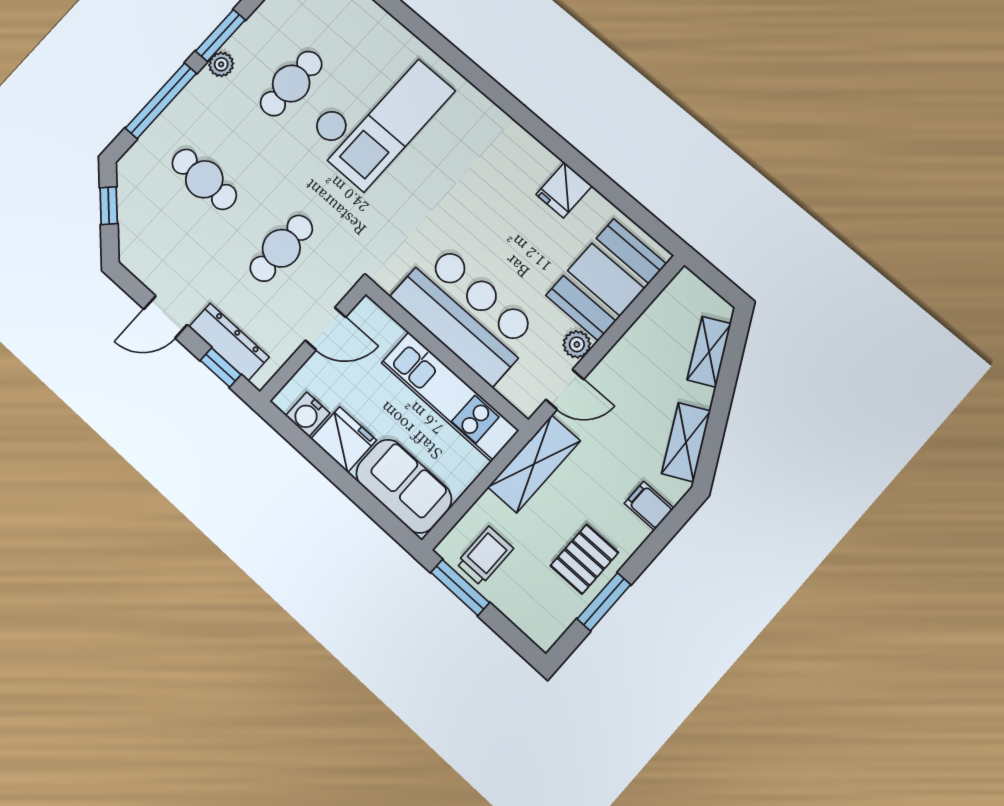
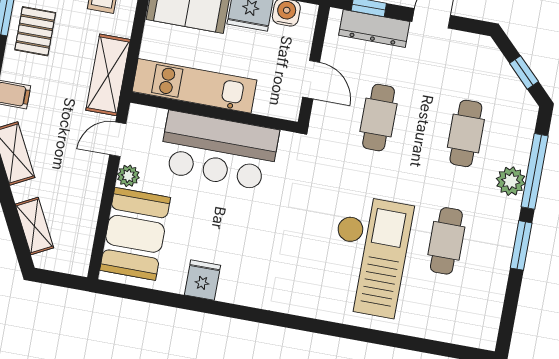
plant: (221, 64) -> (511, 181), moved, width x1.38, depth x1.38
checkout: (378, 114) -> (369, 256), turned 180
cafe table: (204, 179) -> (466, 133), turned 90
door: (325, 329) -> (311, 80), swing flipped

